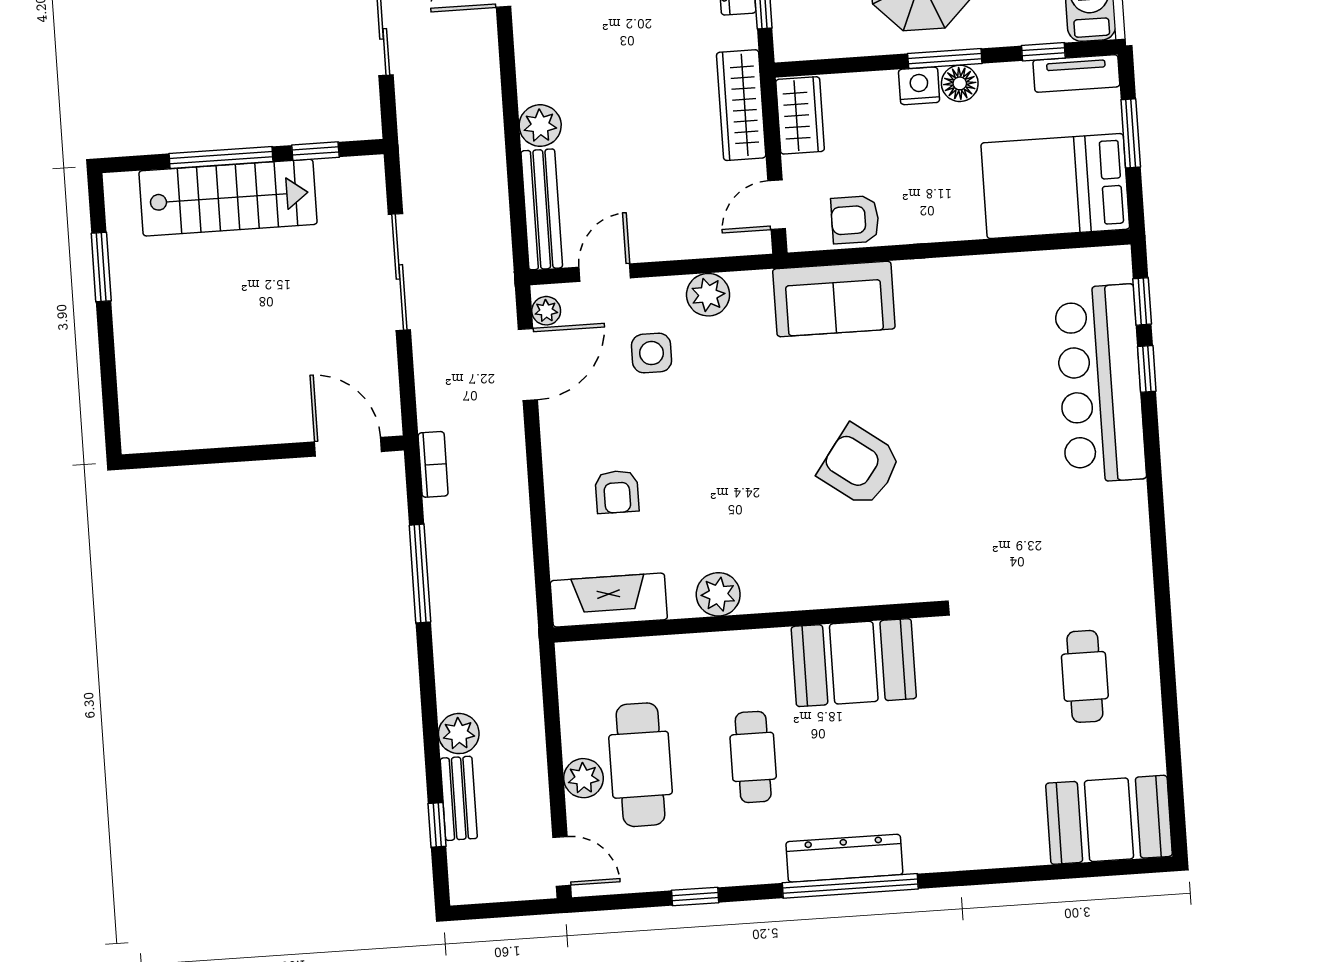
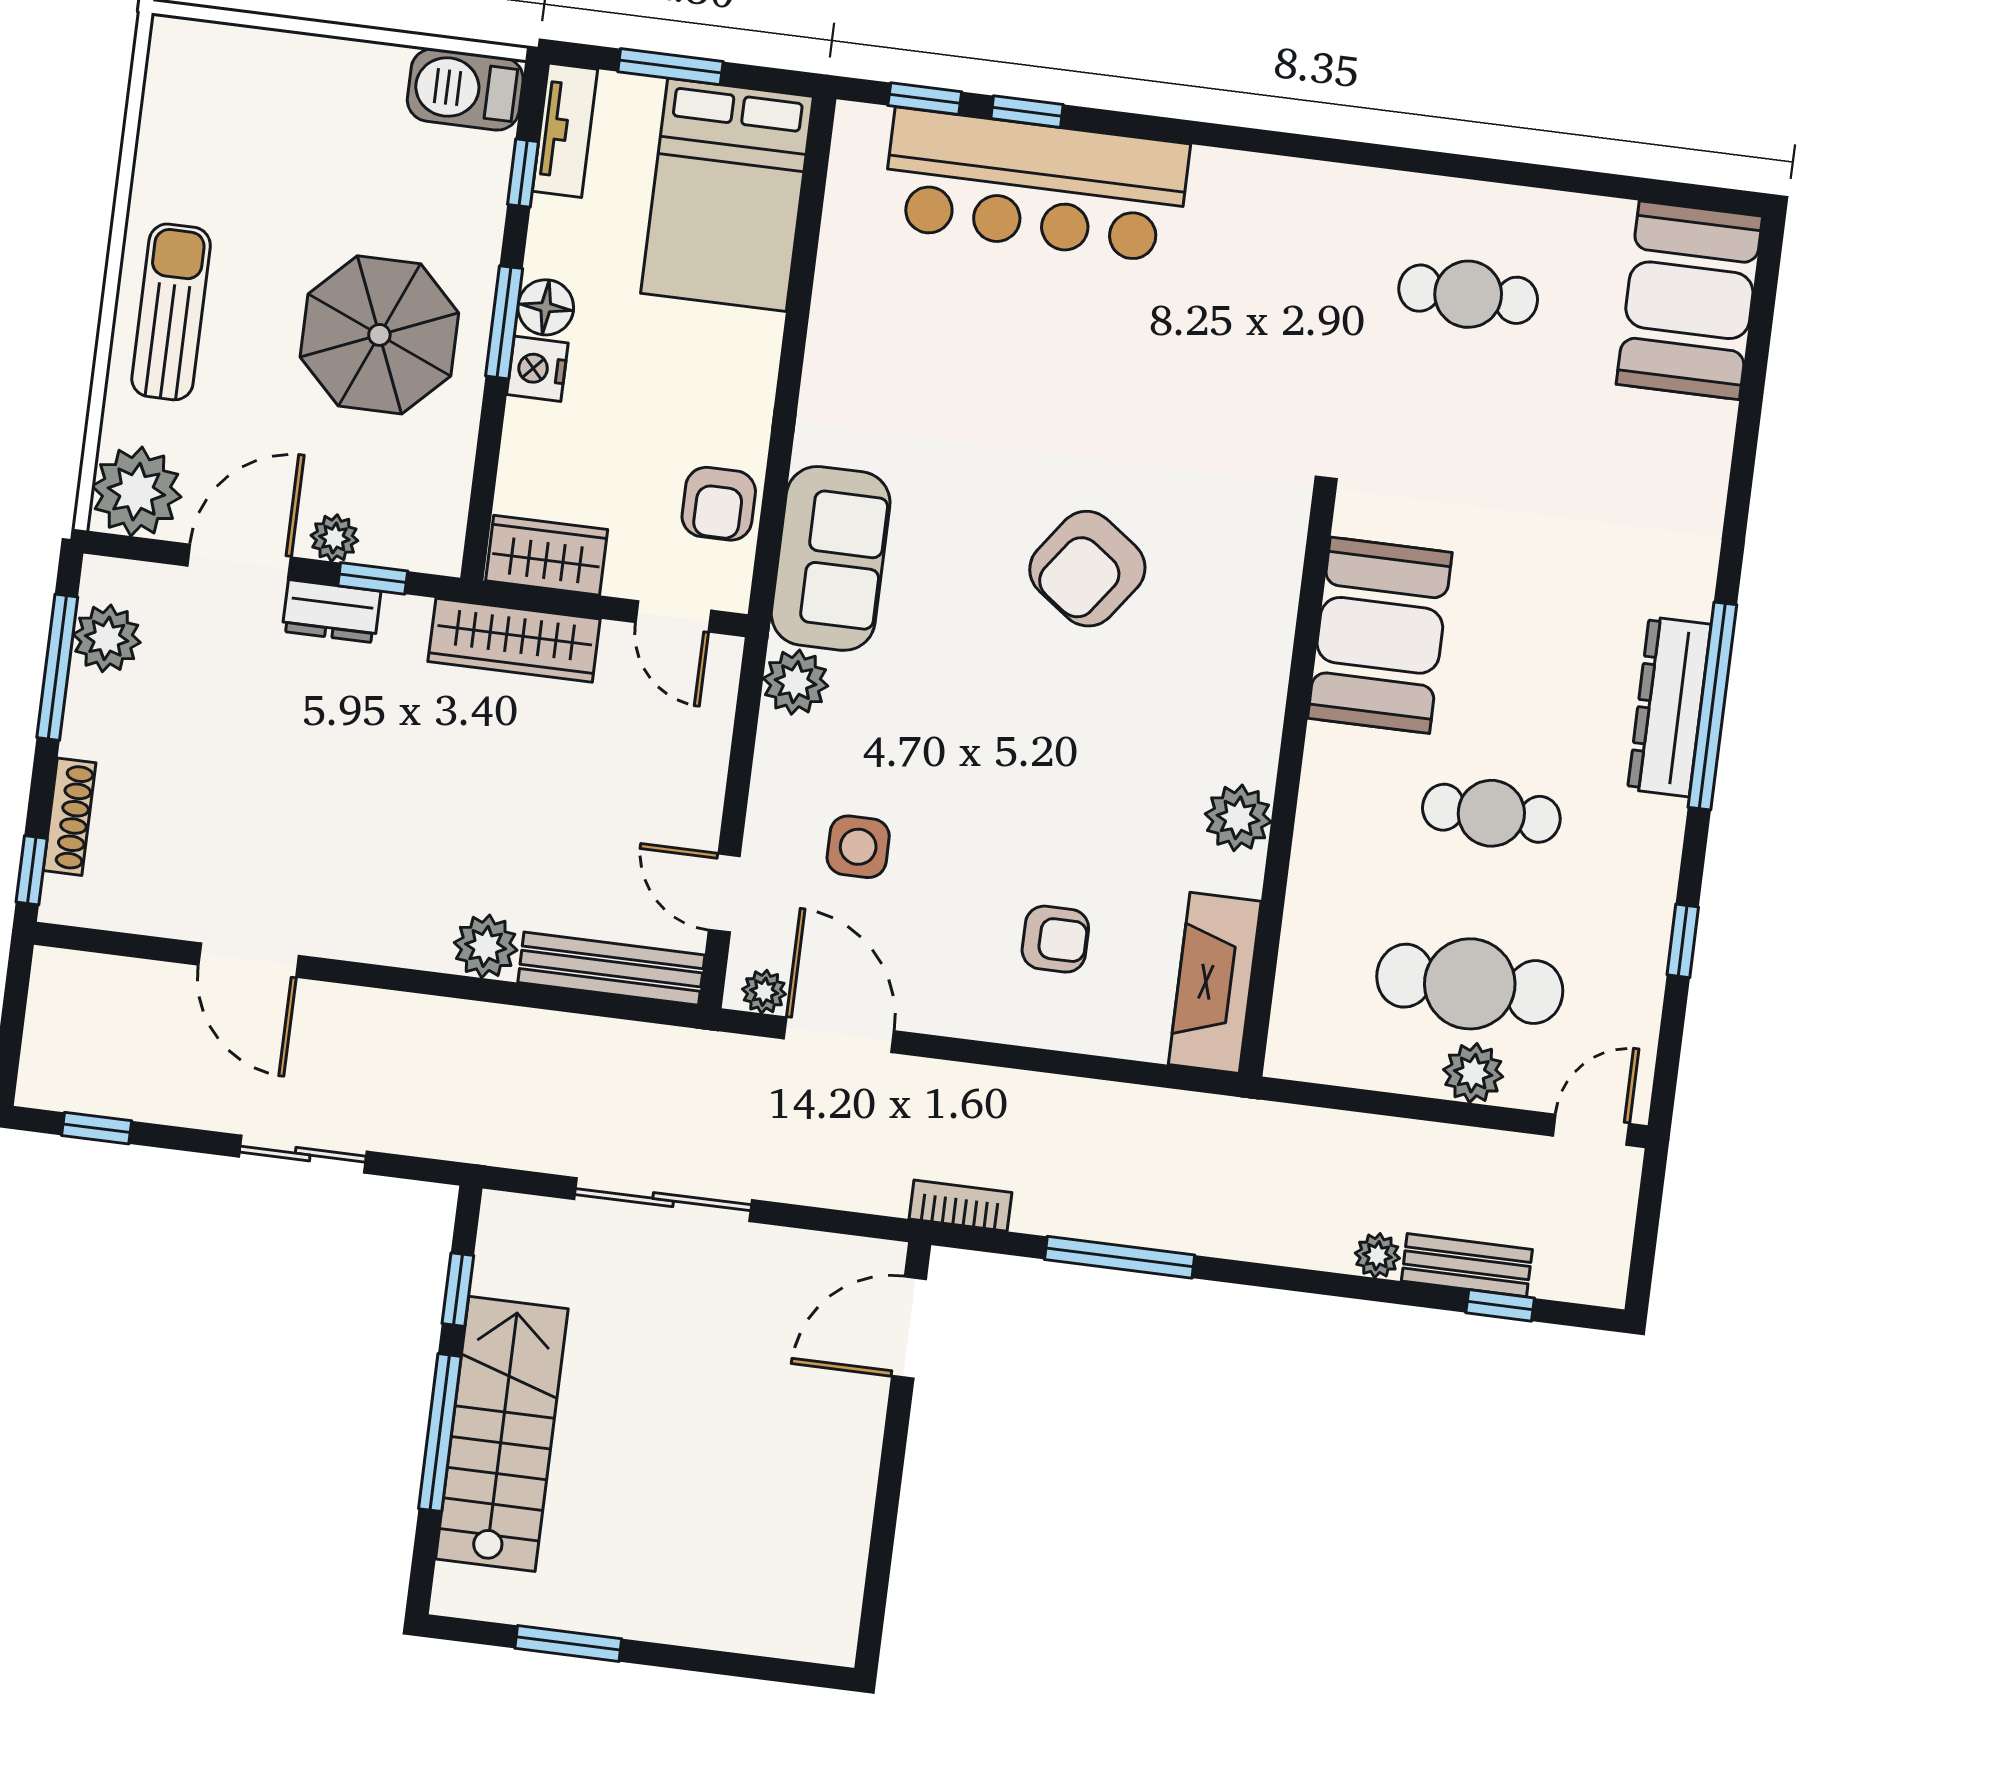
plant: (708, 295) -> (795, 682), moved
plant: (459, 734) -> (1377, 1256), width x0.73, depth x0.73

